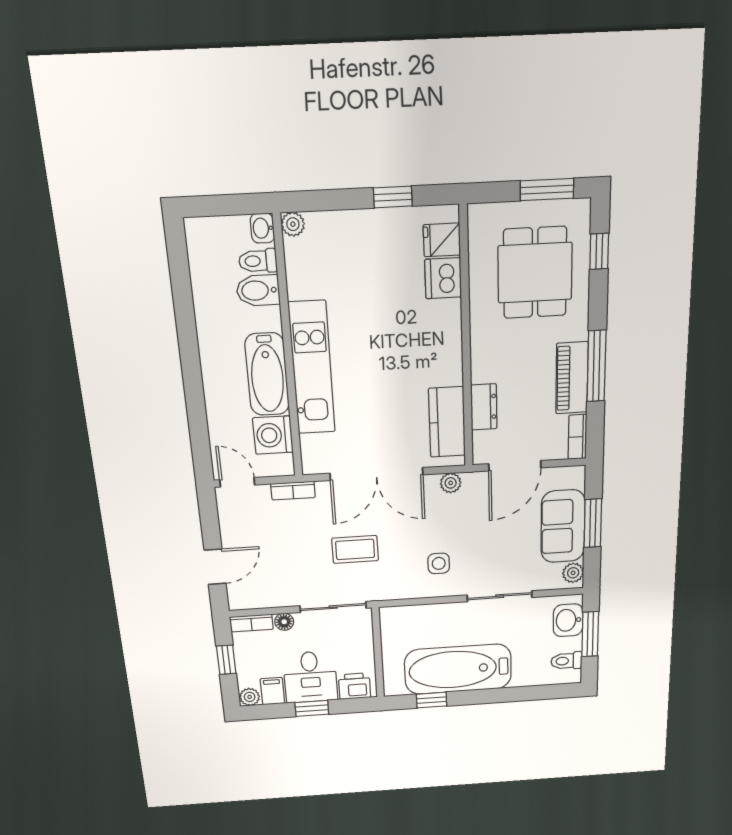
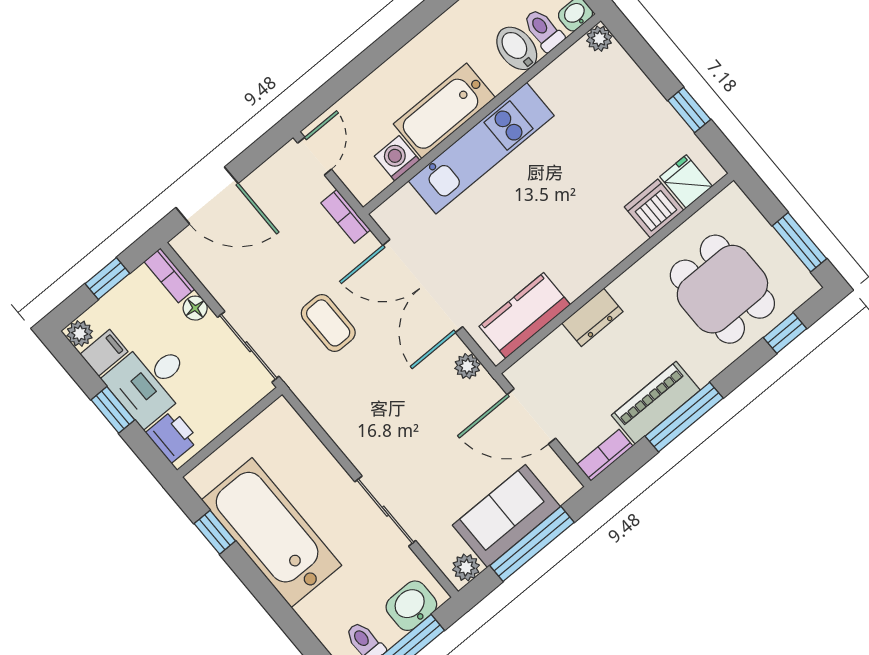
dining table: (535, 273) -> (722, 289), turned 90
dresser: (484, 407) -> (592, 317), moved
washing machine: (273, 435) -> (397, 158), width x0.73, depth x0.73
window: (593, 523) -> (532, 544), width x1.44
side table: (439, 563) -> (375, 420), removed
door: (215, 567) -> (207, 195), width x1.38

